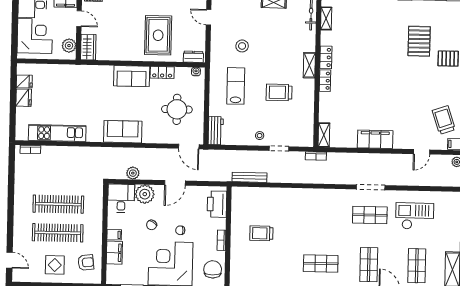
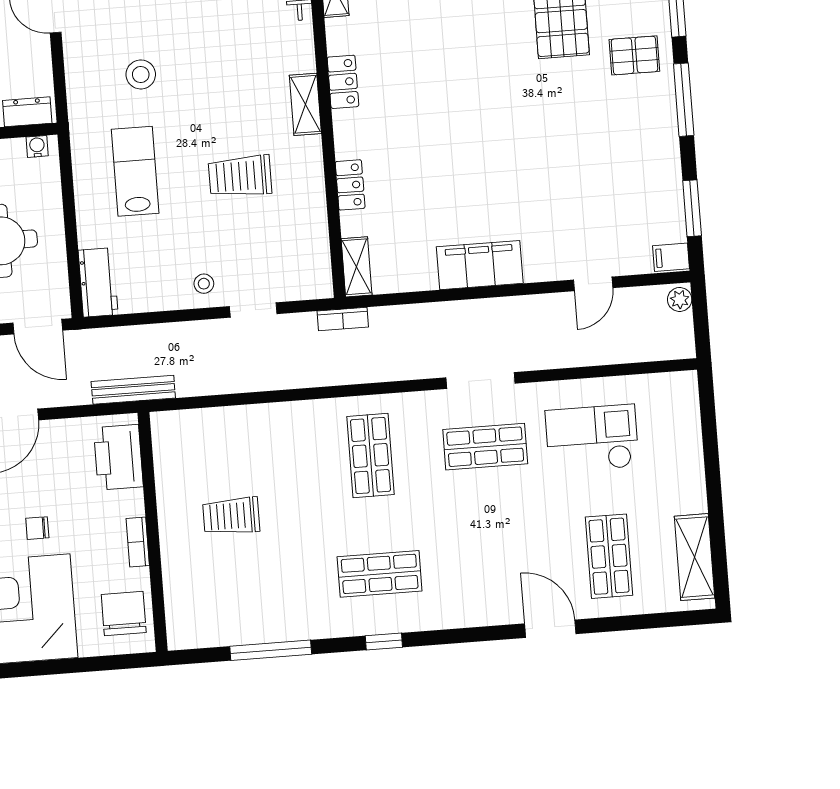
locker: (325, 81) -> (350, 185), moved
trolley: (444, 120) -> (639, 203), removed
bench: (249, 177) -> (133, 390), moved
shop shelf: (369, 265) -> (371, 455), moved

